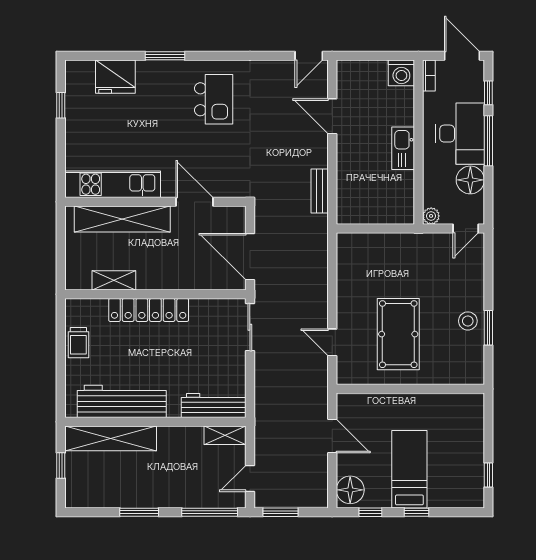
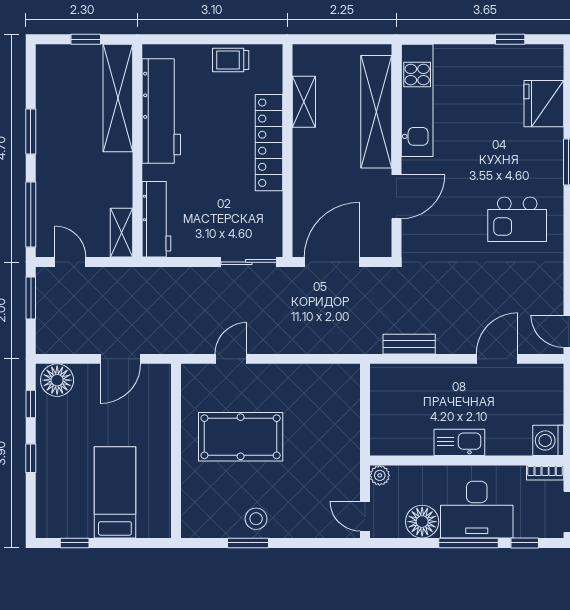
bed: (409, 469) -> (115, 492), moved, turned -90

